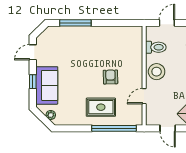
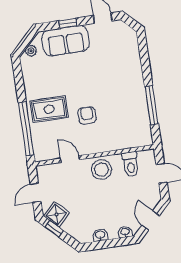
window: (75, 23) -> (152, 105), moved
armchair: (110, 77) -> (87, 115), turned -89
rug: (101, 107) -> (49, 109), turned 90

